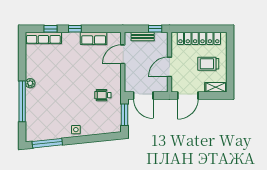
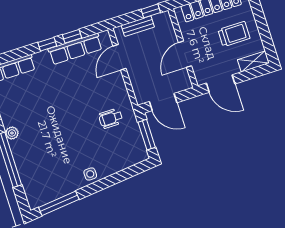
window: (51, 29) -> (72, 36), moved
row of seats: (94, 38) -> (75, 49), width x1.48
trolley: (208, 64) -> (234, 34), turned 180
door: (188, 96) -> (221, 84), hinge flipped

